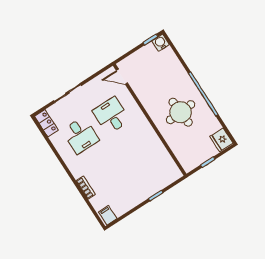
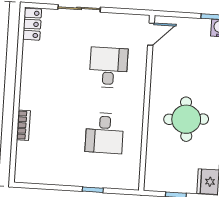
door: (122, 77) -> (151, 34), swing flipped
desk: (80, 135) -> (104, 133), moved
filing cabinet: (108, 215) -> (25, 173), removed

